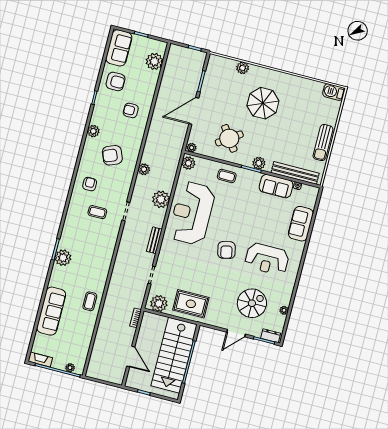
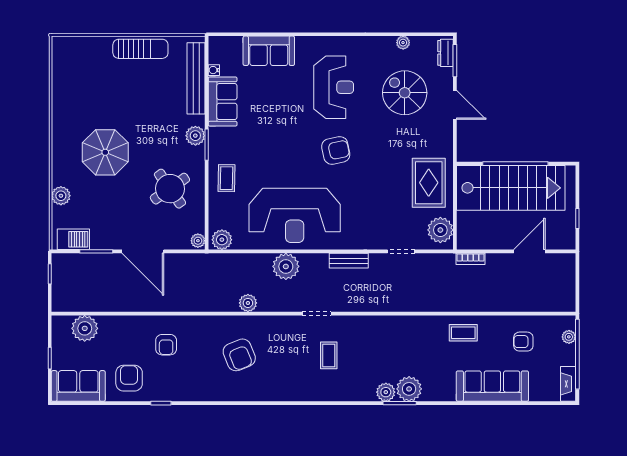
barbecue: (334, 92) -> (73, 239), moved, turned -90
plant: (93, 131) -> (386, 392), moved
armchair: (90, 184) -> (523, 342), moved

